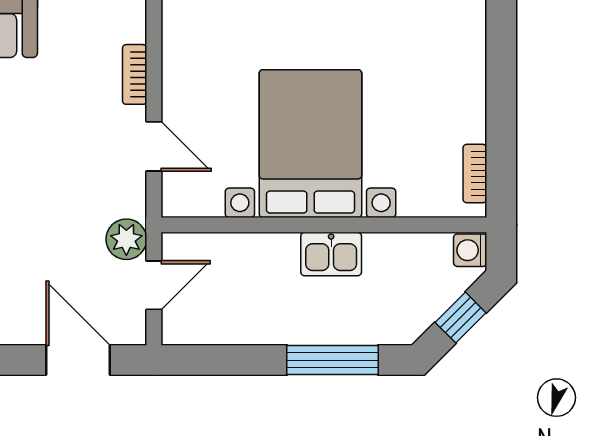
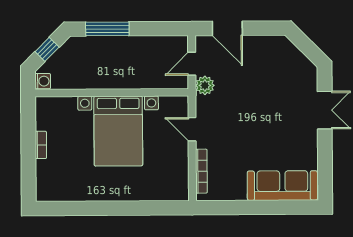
bookcase: (135, 74) -> (201, 171), width x1.56
bookcase: (475, 174) -> (41, 145), moved
kitchen sink: (331, 254) -> (108, 79), removed

